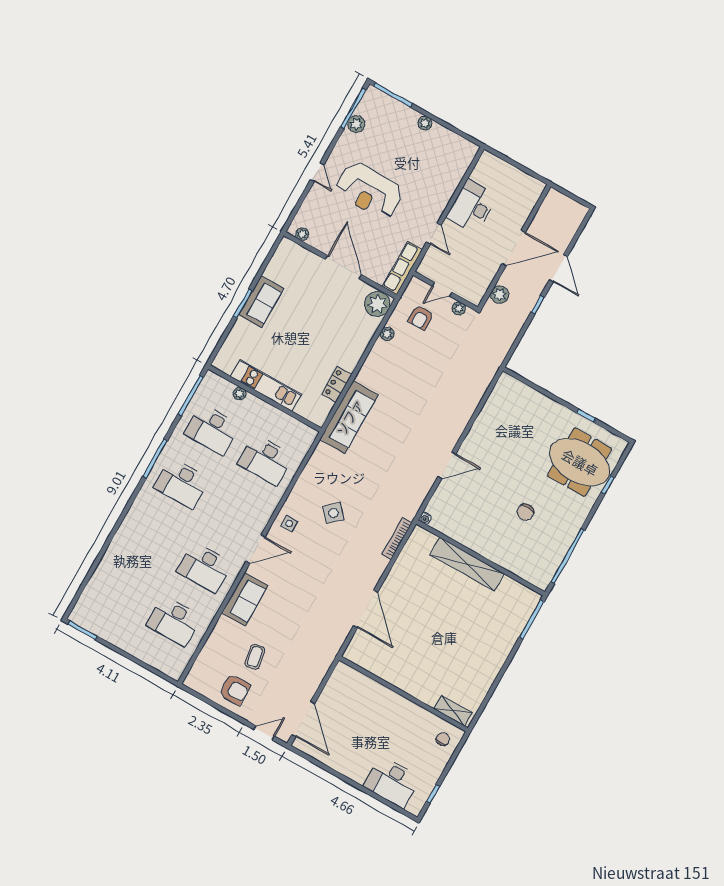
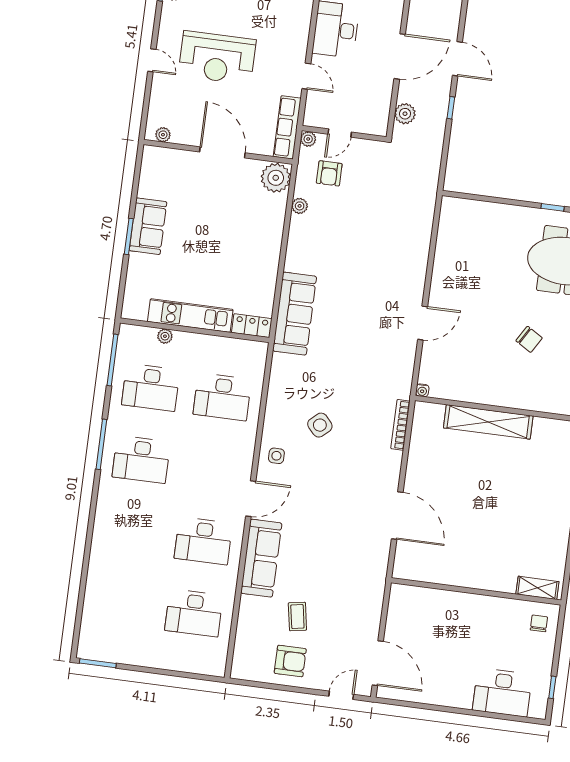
plant: (459, 308) -> (308, 139), moved
locker: (337, 384) -> (252, 326), moved, turned 90
chair: (526, 512) -> (529, 339), turned -59
sofa: (245, 599) -> (261, 558), width x1.36

